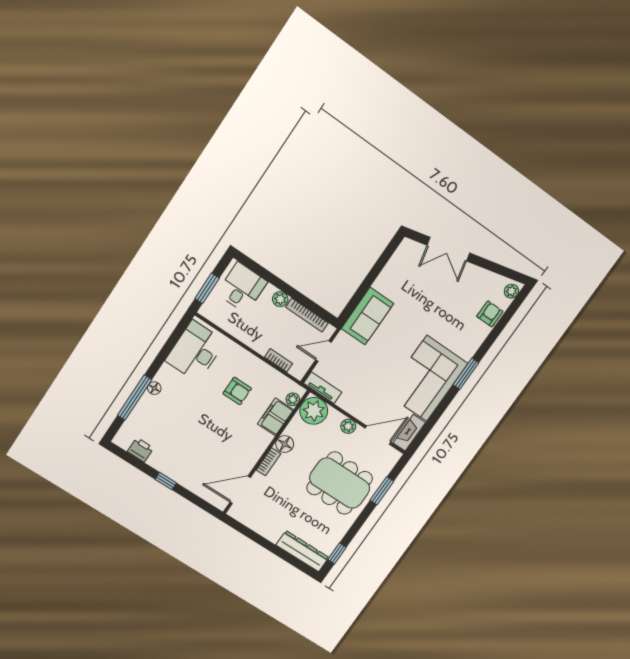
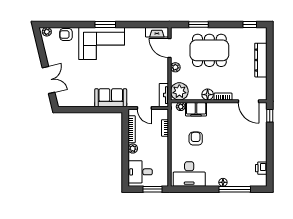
corner sofa: (427, 378) -> (102, 44), moved
window: (166, 481) -> (270, 116), moved
dining table: (340, 483) -> (209, 50), turned 90
dresser: (303, 551) -> (261, 60), moved

